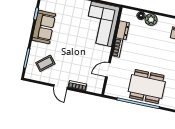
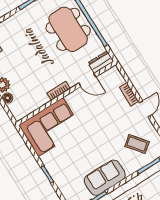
dresser: (123, 30) -> (101, 62), moved

